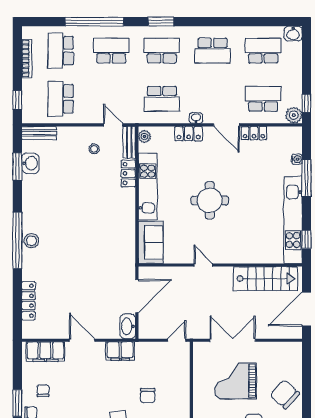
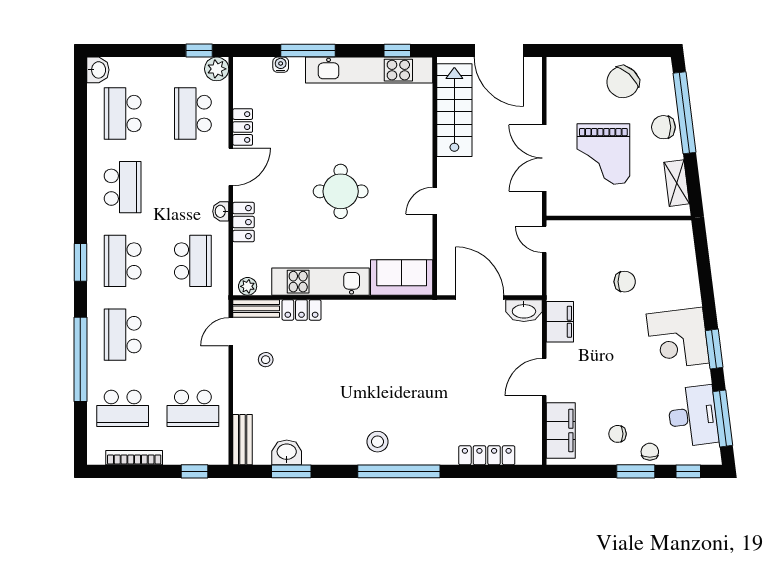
stool: (31, 241) -> (377, 442), moved

